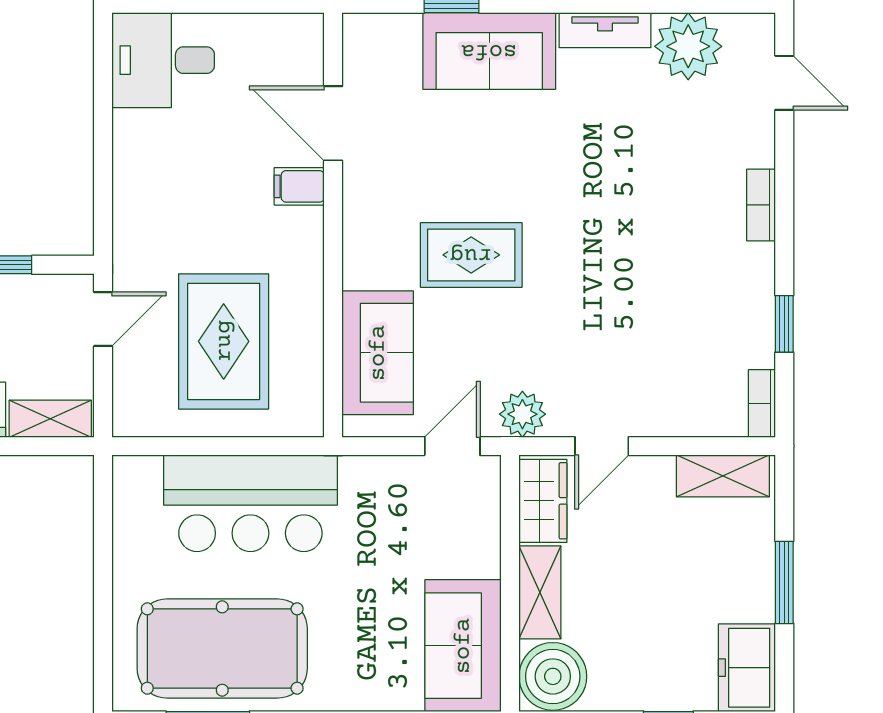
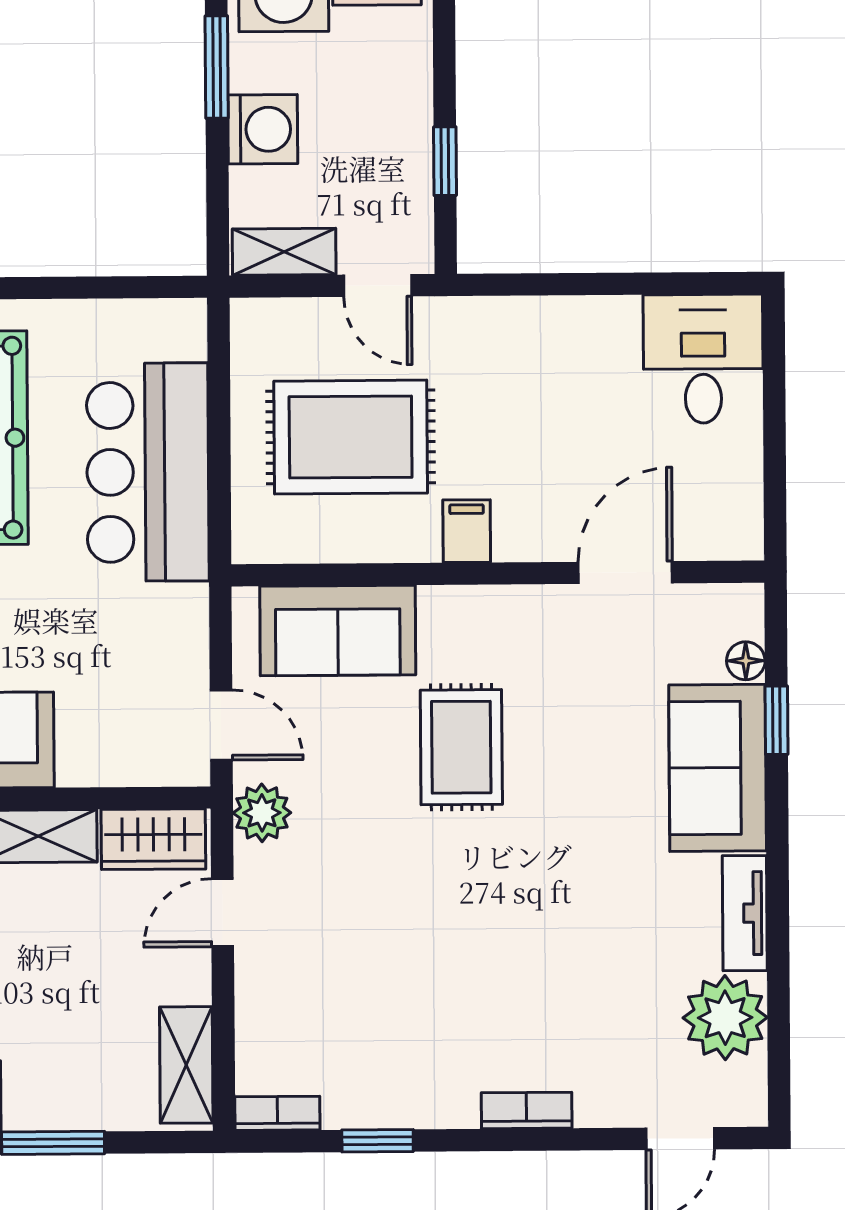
floor lamp: (404, 28) -> (746, 661), added
filing cabinet: (299, 186) -> (467, 531), moved
shelving: (50, 419) -> (284, 252), moved, turned 90
door: (602, 446) -> (223, 913), hinge flipped

